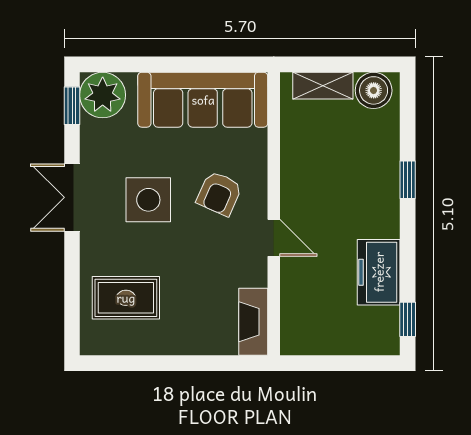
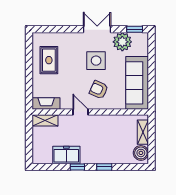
plant: (103, 95) -> (122, 42), moved
door: (274, 238) -> (80, 112), swing flipped
rug: (126, 298) -> (49, 60), moved
window: (408, 319) -> (77, 167), moved
shelving: (294, 324) -> (45, 120), added

